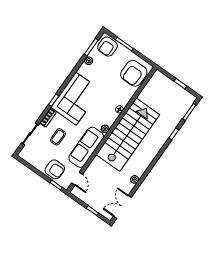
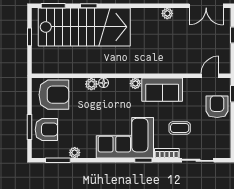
armchair: (108, 47) -> (46, 130), moved
plant: (124, 101) -> (91, 84), added
stairs: (128, 135) -> (84, 27), moved, turned 180
sofa: (86, 147) -> (162, 90), width x0.73

